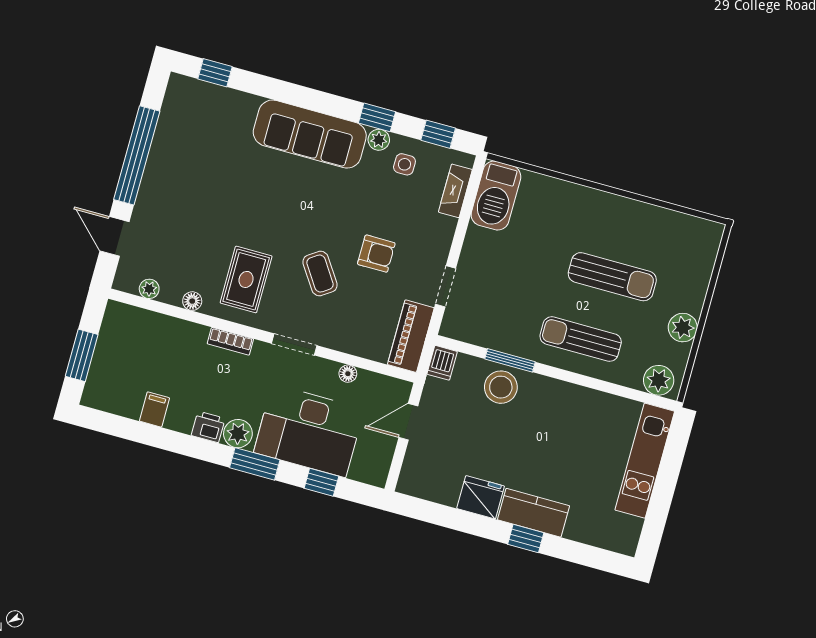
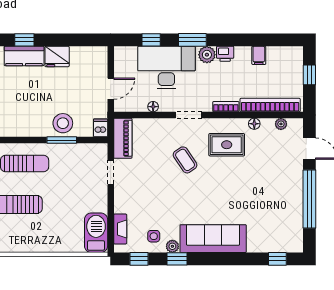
armchair: (376, 254) -> (156, 180), removed
rug: (246, 279) -> (227, 145), turned 90
bookcase: (158, 324) -> (270, 105), added
window: (82, 355) -> (309, 75), width x0.67

